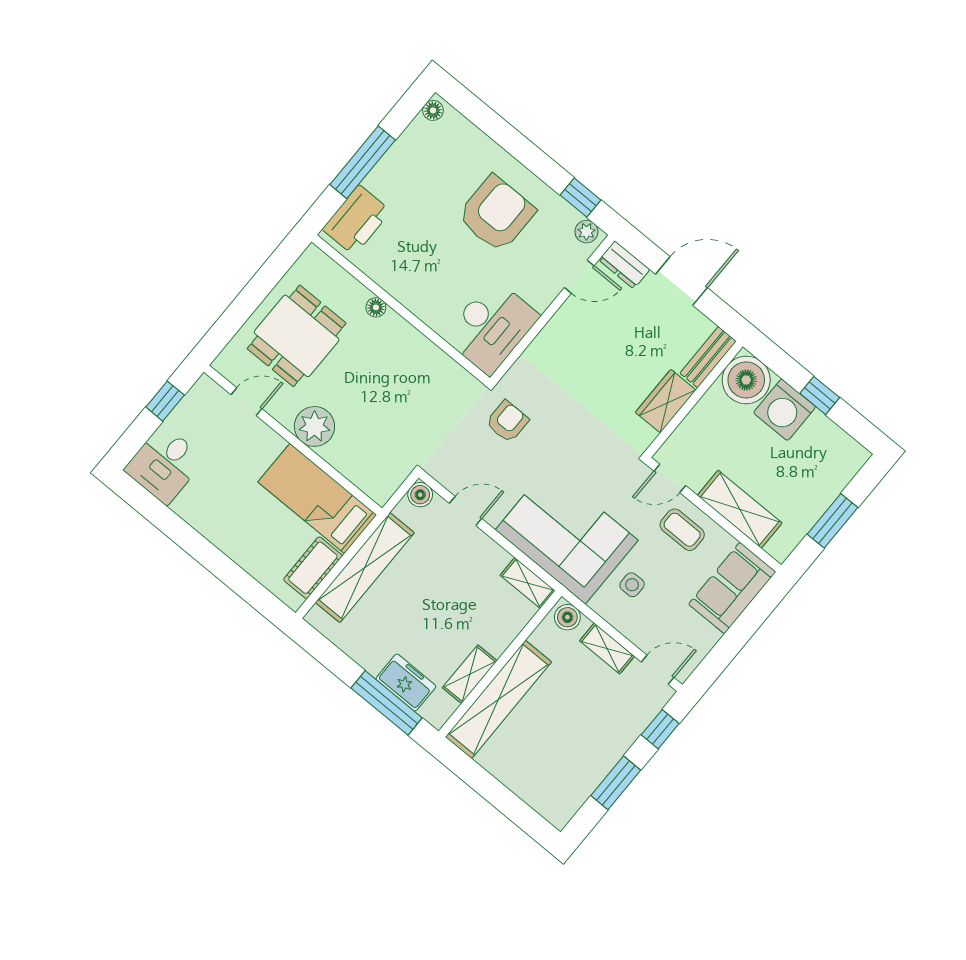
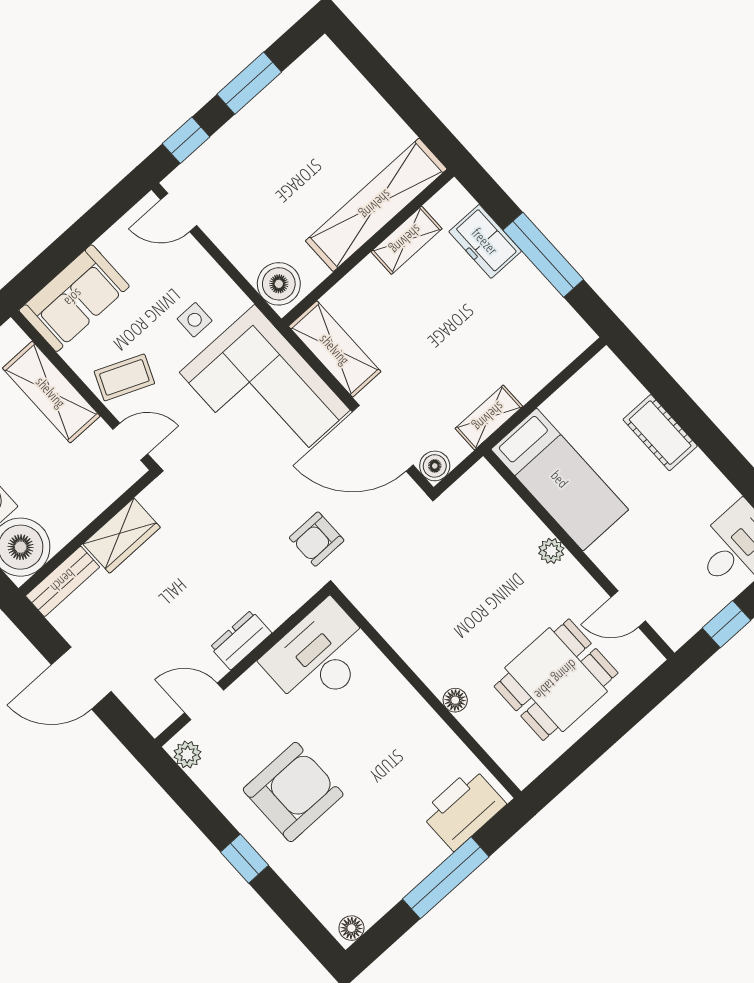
window: (581, 198) -> (244, 859), moved
armchair: (496, 214) -> (293, 792), turned 180
dresser: (624, 265) -> (241, 640), moved, turned -90
plant: (314, 426) -> (551, 551), width x0.53, depth x0.53
door: (466, 511) -> (383, 438), width x1.88
coffee table: (682, 530) -> (124, 377), turned -67
cot: (313, 568) -> (660, 433), moved, turned 90
shelving: (365, 568) -> (489, 417), width x0.45, depth x0.75
shelving: (528, 583) -> (335, 349), width x1.50, depth x1.33
boiler: (567, 617) -> (279, 284), width x1.36, depth x1.36
shelving: (607, 649) -> (236, 247), removed
window: (387, 703) -> (543, 255), moved

